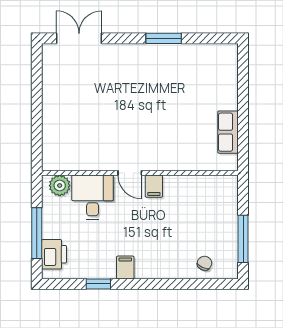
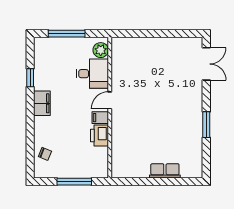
row of seats: (228, 132) -> (165, 171), moved
window: (243, 239) -> (74, 182), moved
printer: (54, 254) -> (99, 136), moved, turned 90
filing cabinet: (125, 267) -> (42, 103), width x2.00

